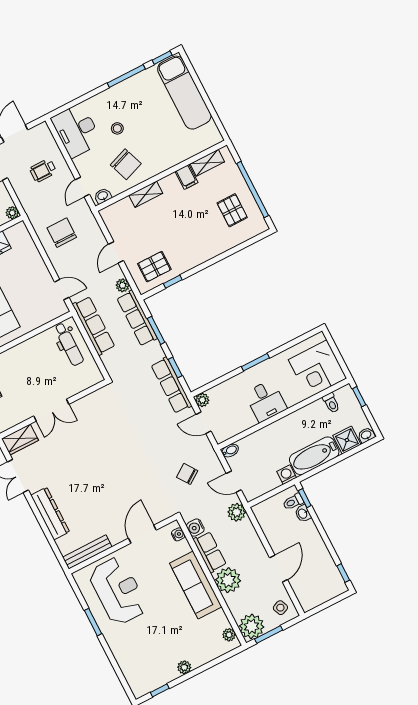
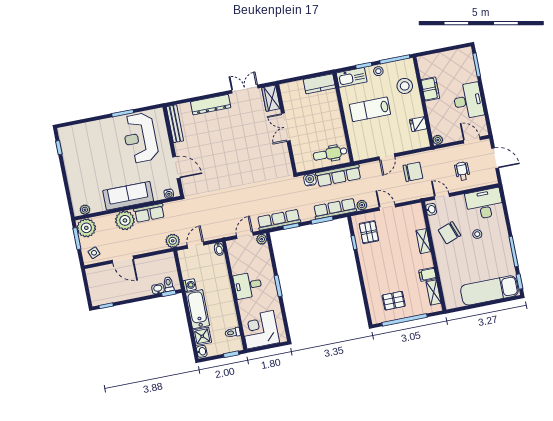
door: (62, 290) -> (387, 157), moved
chair: (187, 474) -> (211, 213), removed
water cooler: (195, 528) -> (310, 180), moved
reception desk: (118, 591) -> (140, 138), turned 90
plant: (184, 667) -> (71, 170), removed

